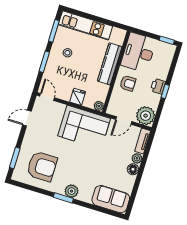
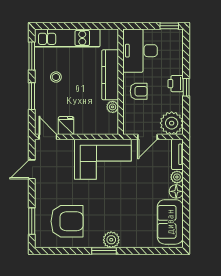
fridge: (78, 97) -> (66, 126), moved
plant: (99, 106) -> (113, 107), moved
sofa: (111, 199) -> (170, 222), moved, turned -90

